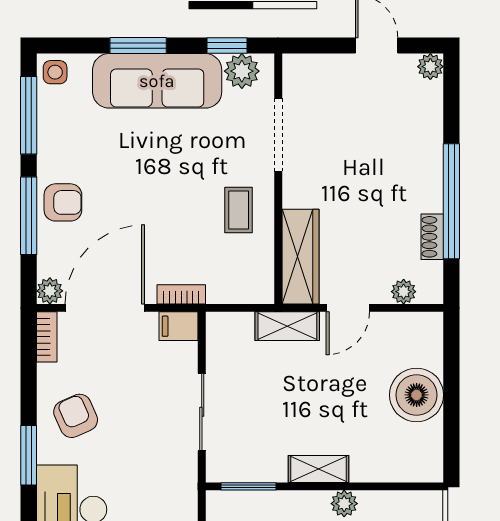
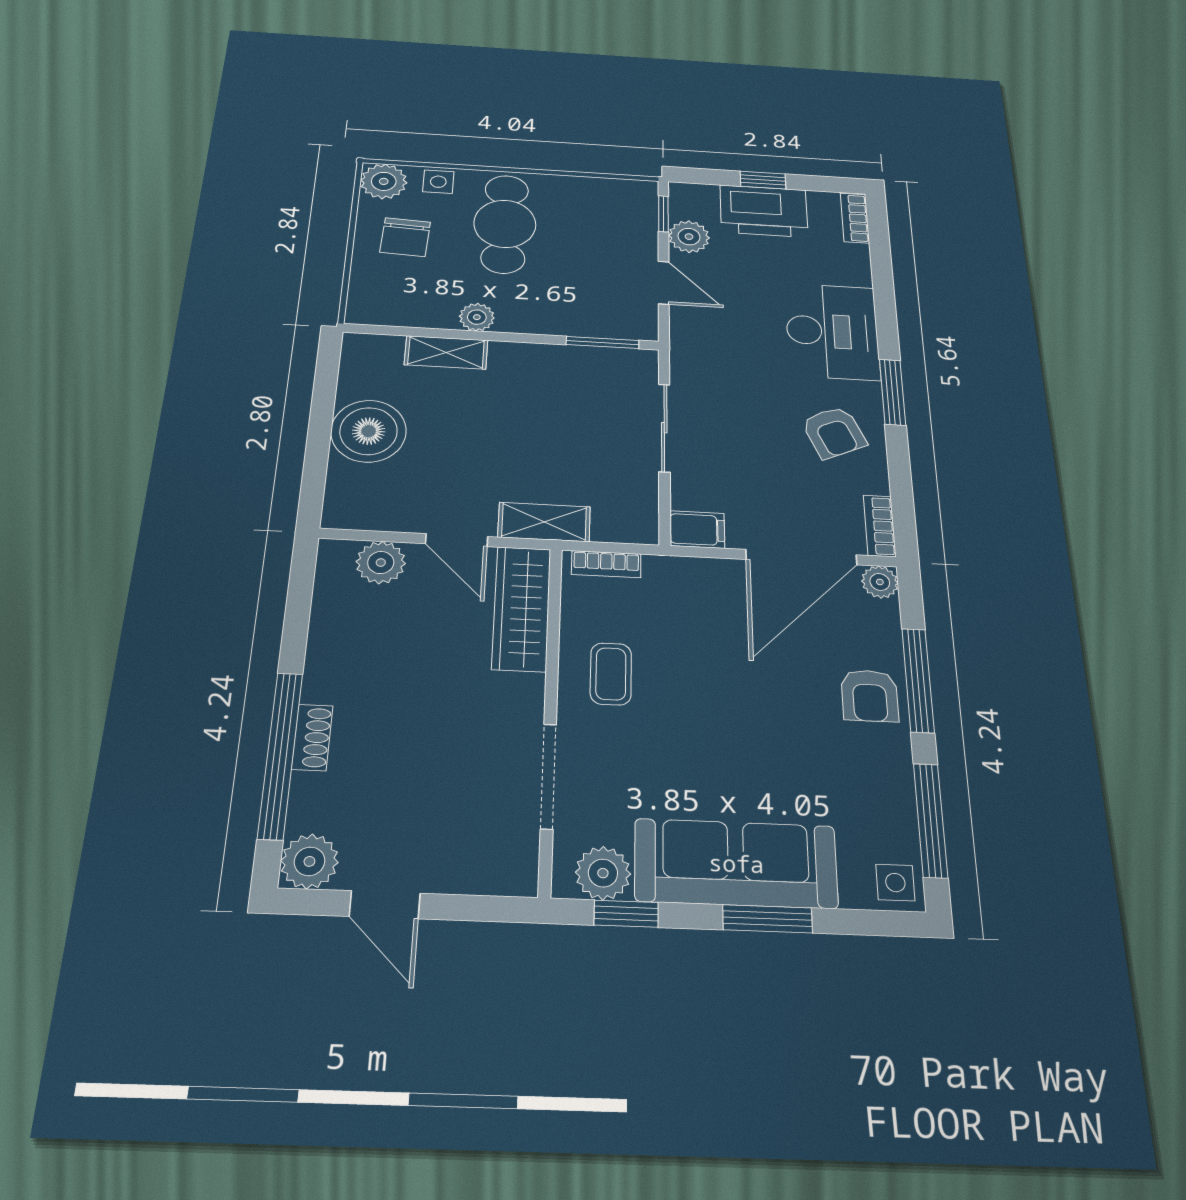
plant: (430, 67) -> (309, 861), width x1.38, depth x1.38
window: (451, 201) -> (280, 755), moved
armchair: (63, 202) -> (870, 696), turned -90
shoe rack: (432, 237) -> (312, 737), moved
plant: (404, 292) -> (381, 563), width x1.38, depth x1.38
bookcase: (181, 294) -> (606, 564), moved
door: (348, 308) -> (457, 540), swing flipped
shelving: (318, 469) -> (446, 352), moved

